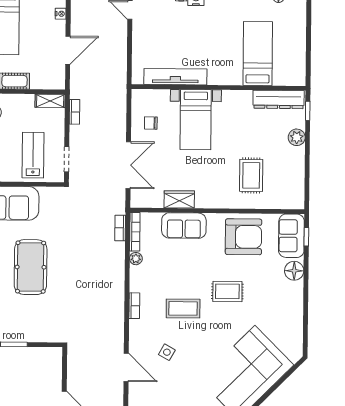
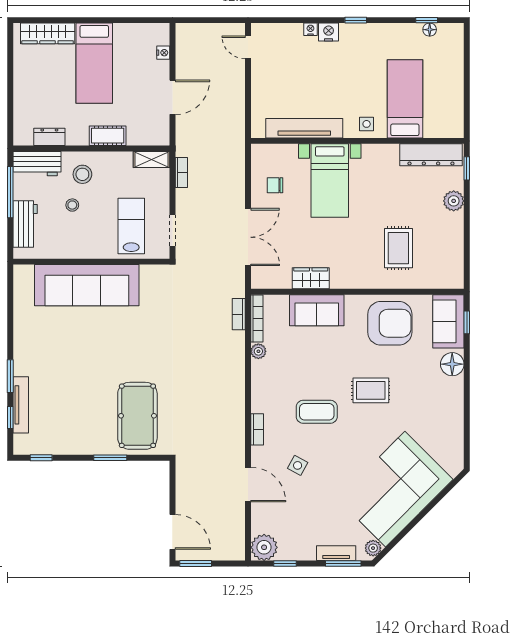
side table: (226, 74) -> (367, 124), added
pool table: (31, 267) -> (137, 416), moved
bookcase: (134, 306) -> (257, 429), moved

